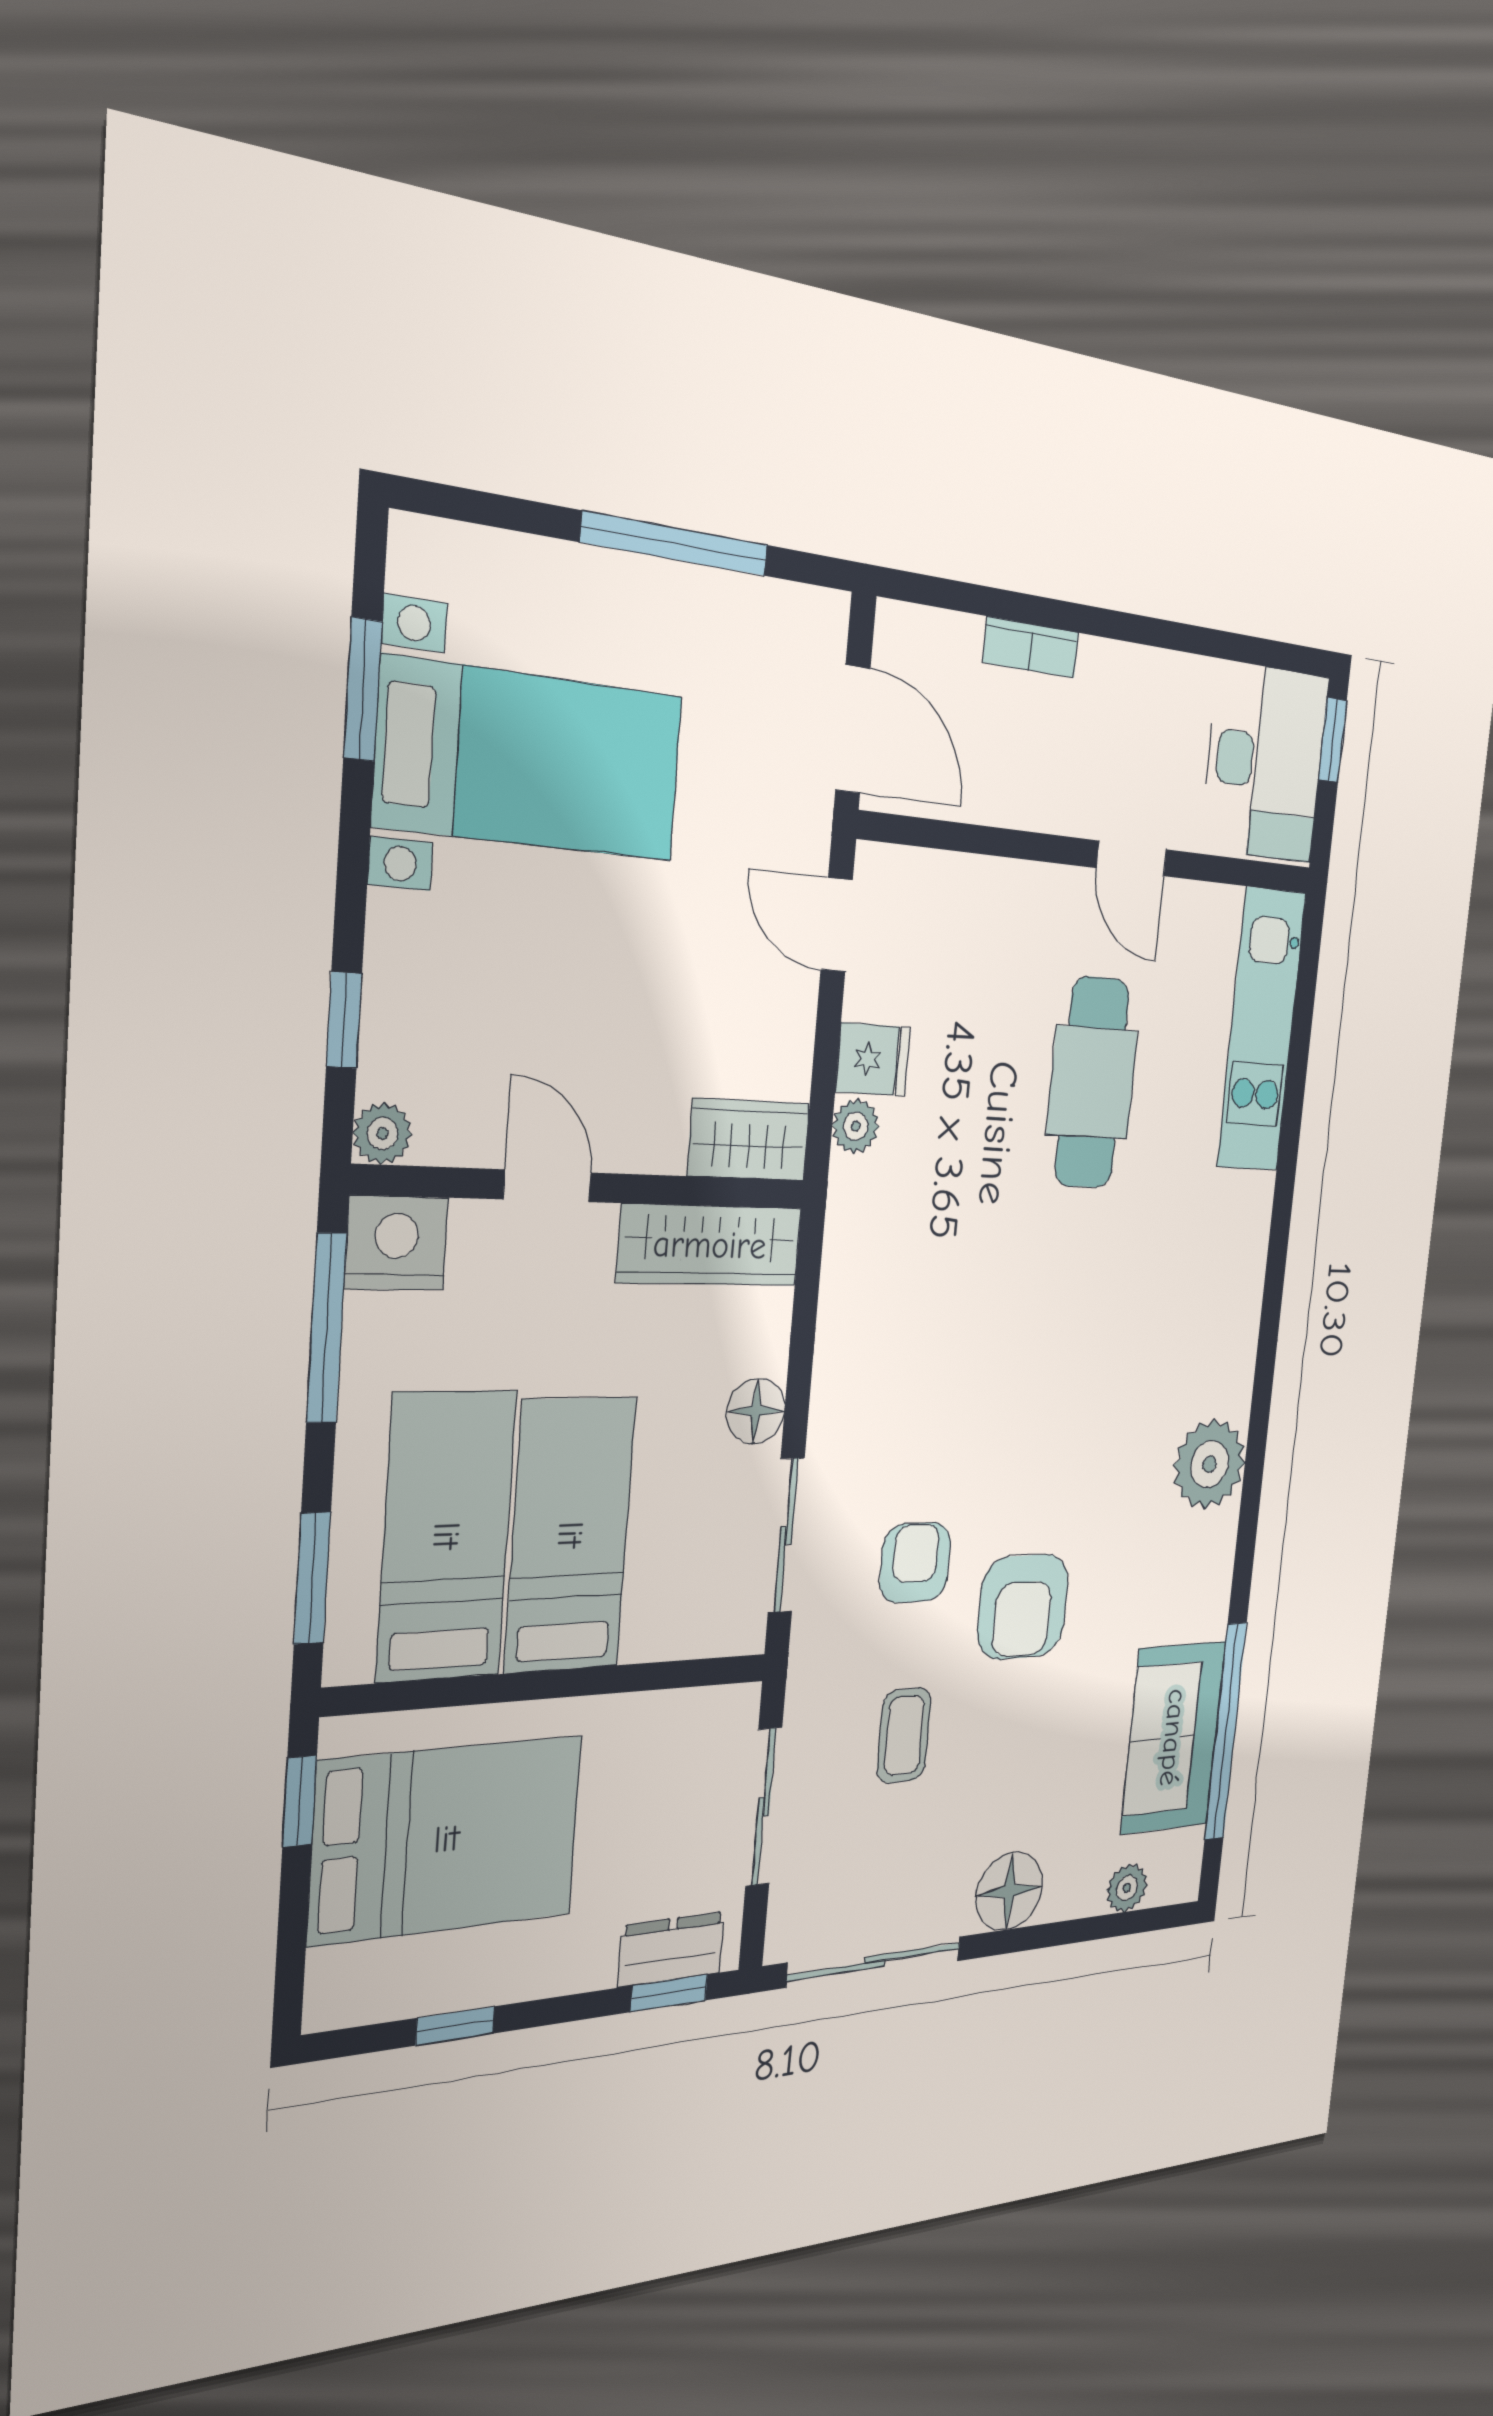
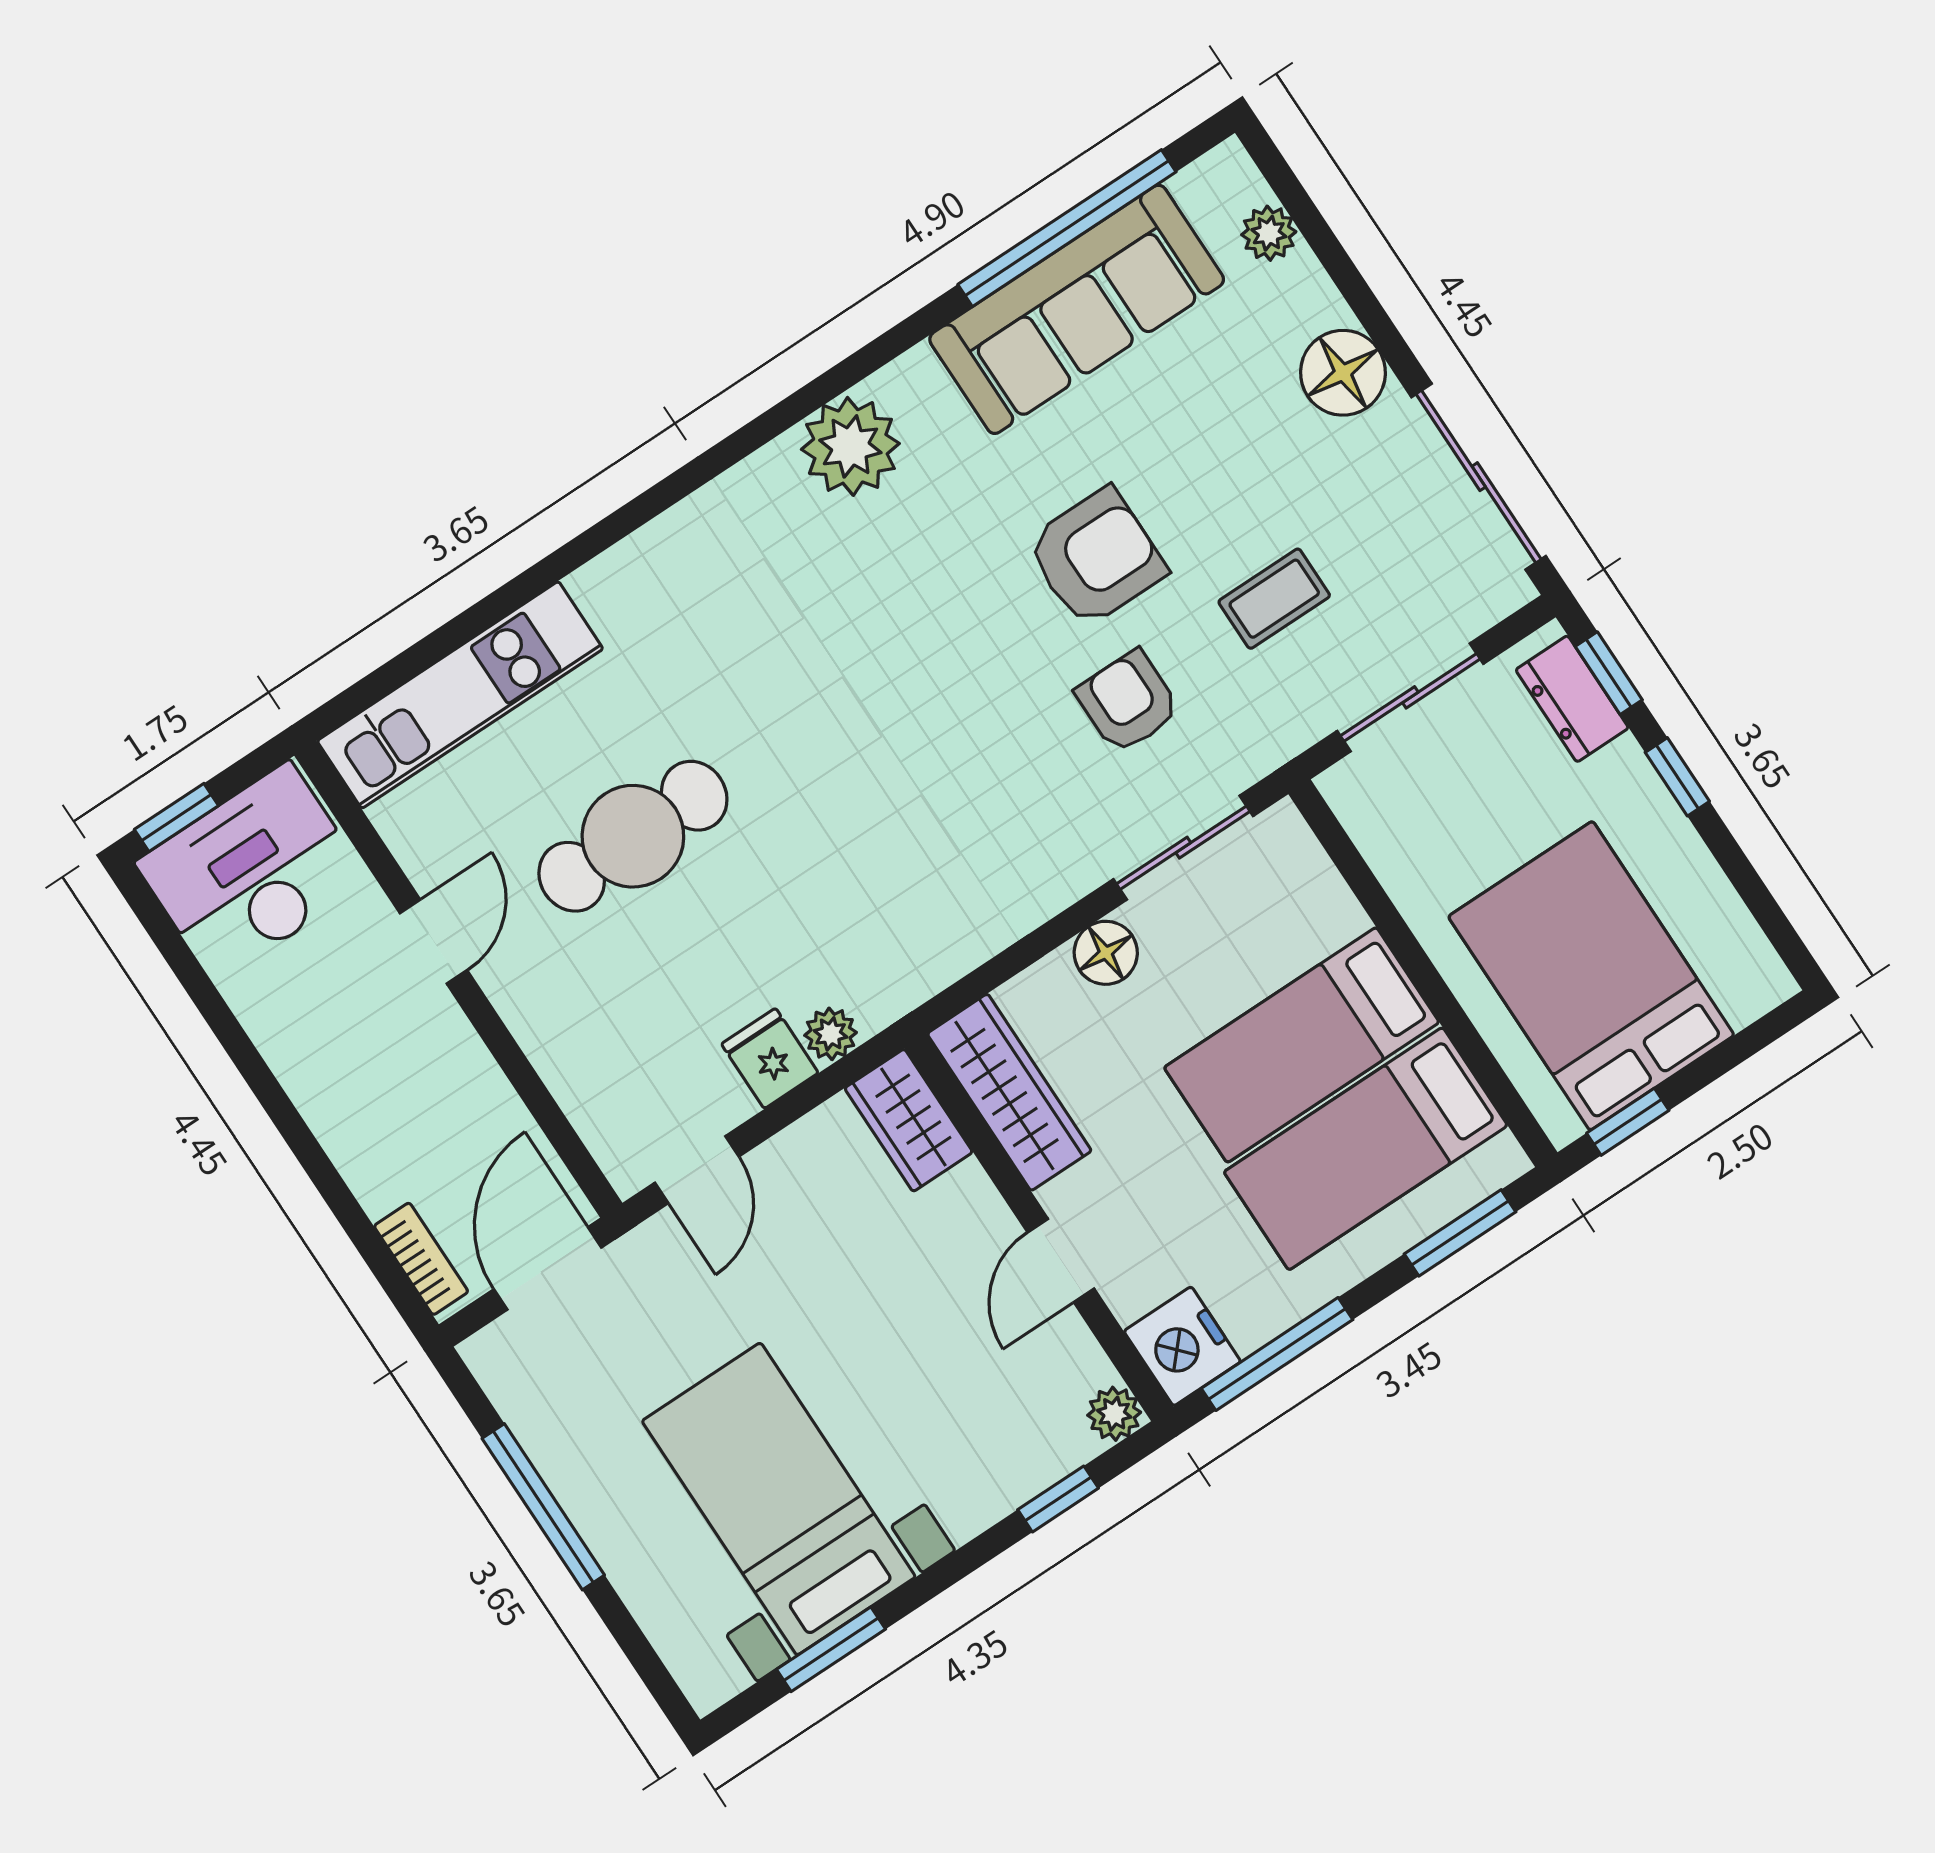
bookcase: (1031, 647) -> (421, 1259), moved
armchair: (915, 1563) -> (1128, 702), turned 90
sofa: (1173, 1737) -> (1077, 309), width x1.36
window: (455, 2026) -> (1677, 777), moved

